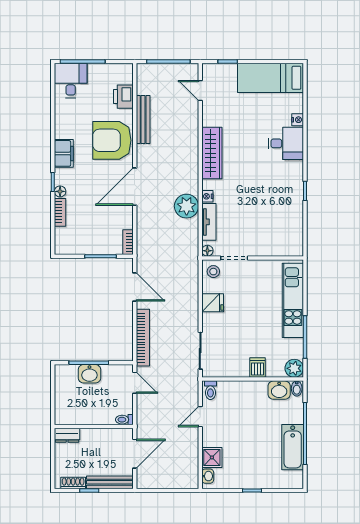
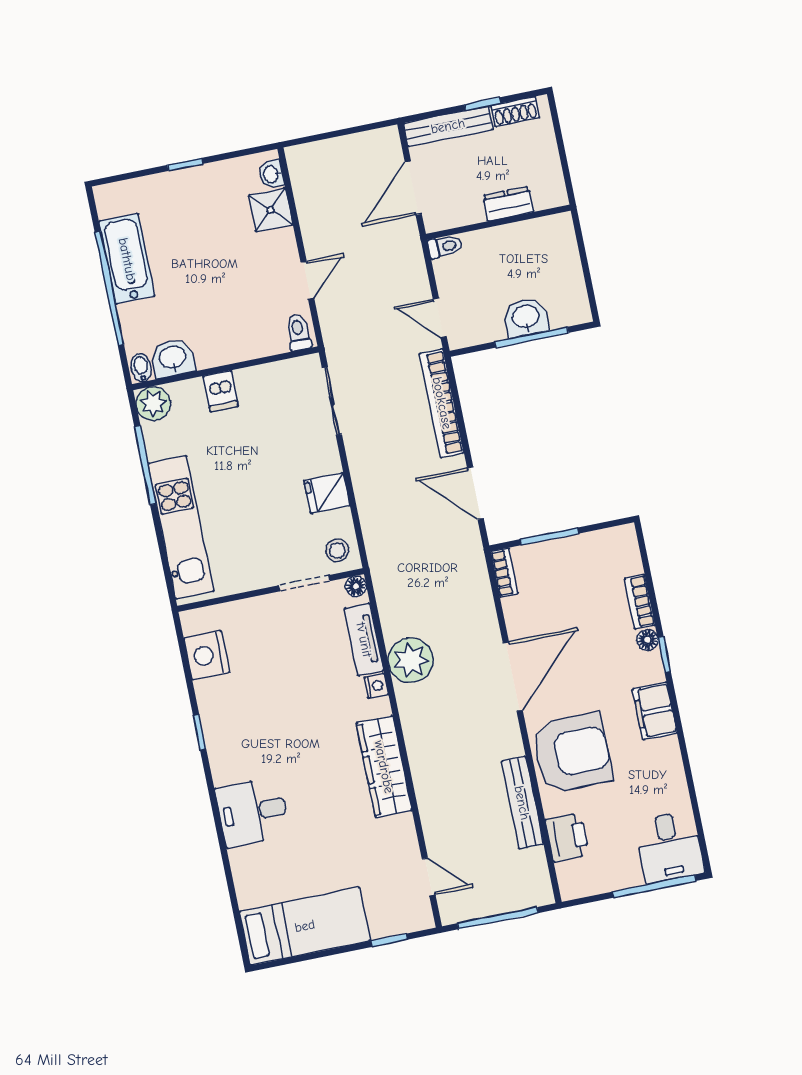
nightstand: (298, 120) -> (207, 655), moved, width x1.89, depth x1.79
dresser: (67, 435) -> (508, 204), moved

